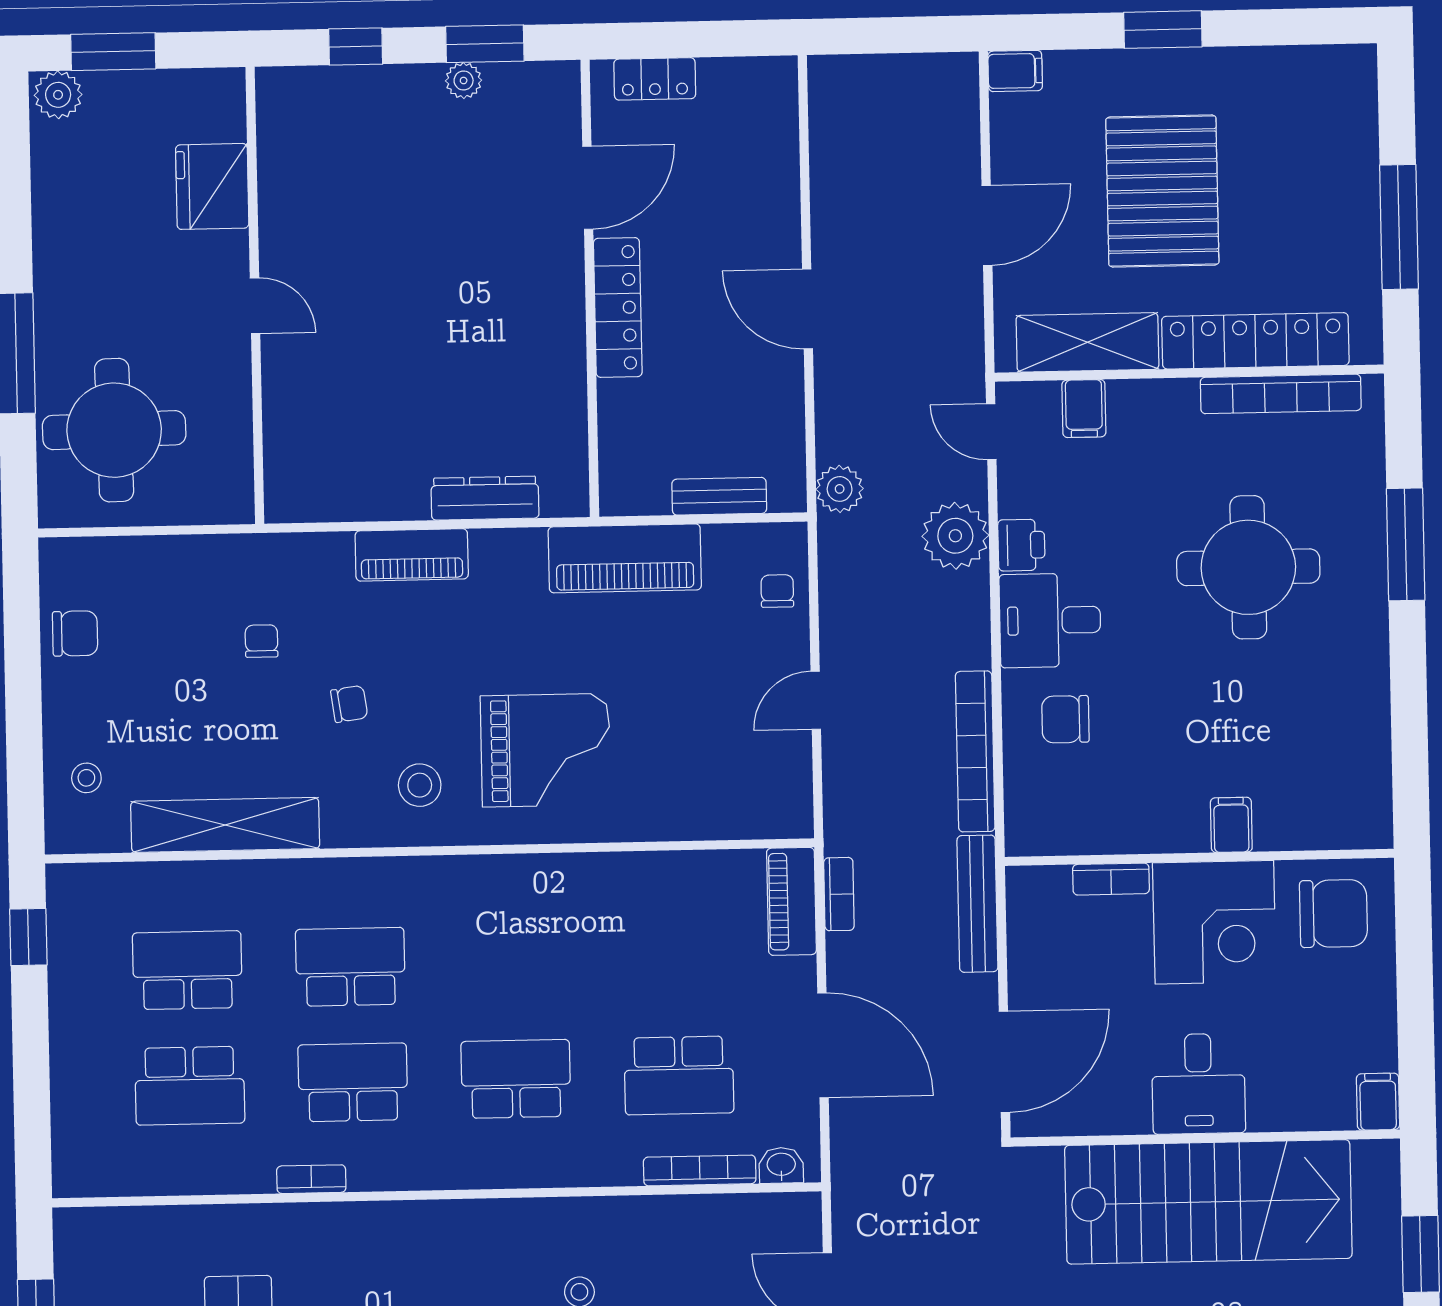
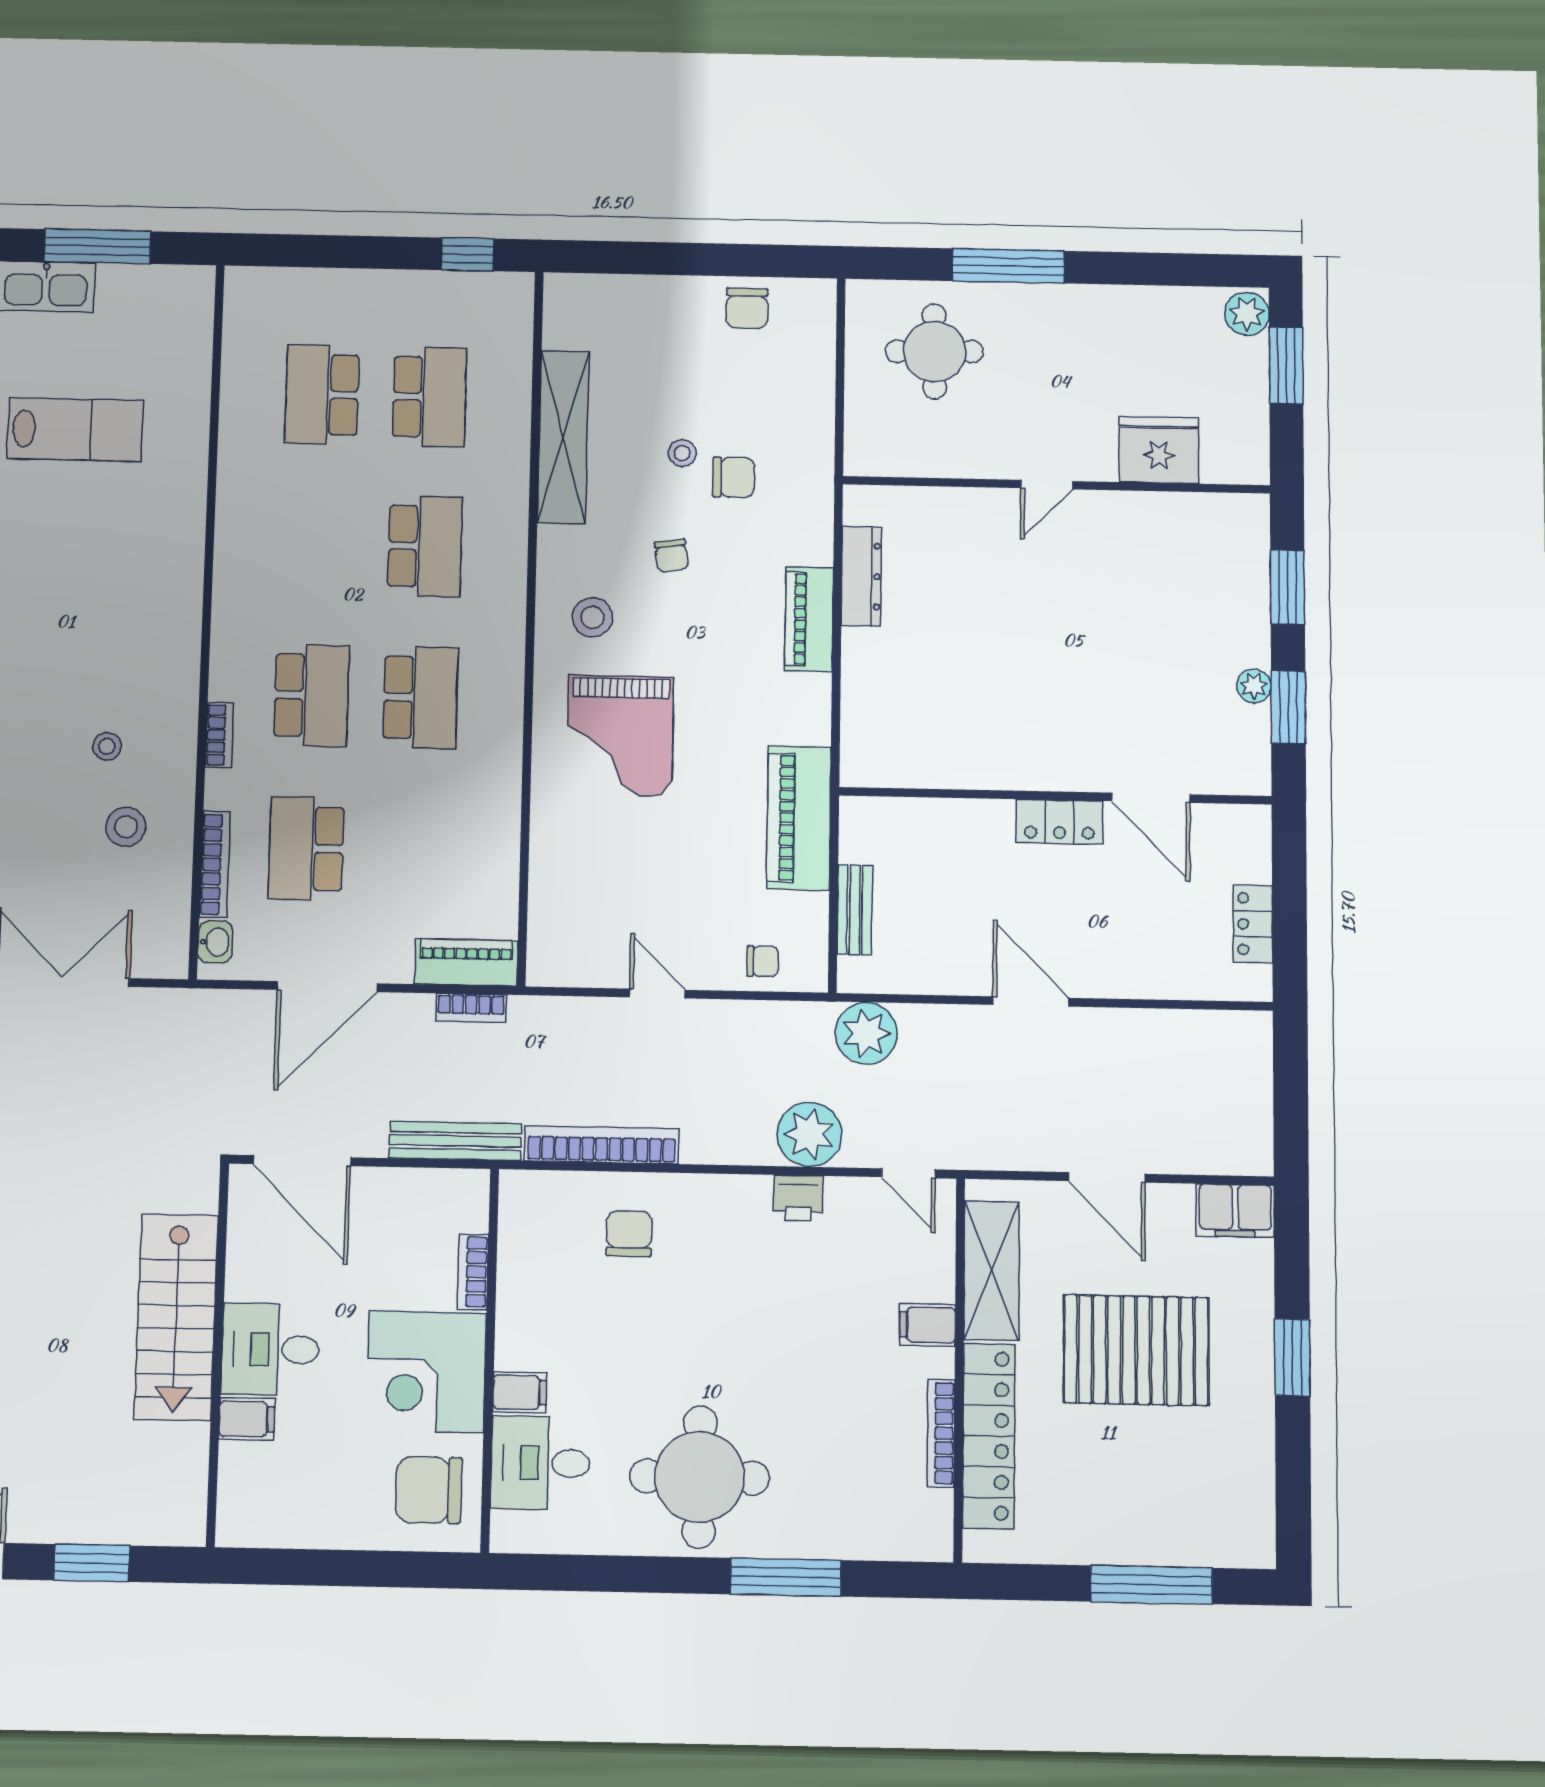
window: (356, 46) -> (1288, 587), width x1.50
filing cabinet: (1015, 71) -> (1235, 1211), width x2.00
locker: (655, 79) -> (1253, 924), moved
window: (1399, 227) -> (1151, 1585), moved
locker: (618, 307) -> (1059, 822), width x0.66
door: (808, 309) -> (1031, 1001), hinge flipped
bookcase: (1281, 394) -> (941, 1433), width x0.68, depth x0.76
filing cabinet: (1084, 409) -> (927, 1325), moved
round table: (114, 430) -> (934, 351), width x0.73, depth x0.73
door: (991, 432) -> (908, 1173), swing flipped
plant: (840, 489) -> (866, 1033), width x1.36, depth x1.36
dresser: (485, 498) -> (861, 576), moved
round table: (1248, 567) -> (700, 1477), moved
desk: (1050, 620) -> (540, 1463), moved, turned -90
chair: (261, 641) -> (733, 477), width x1.37, depth x1.37
stool: (86, 778) -> (682, 453), moved
chair: (1334, 914) -> (429, 1490), turned 90
school desk: (353, 1082) -> (421, 698), moved
filing cabinet: (1378, 1102) -> (247, 1419), moved
bookcase: (311, 1179) -> (219, 735), moved
stairs: (1208, 1202) -> (176, 1317), width x0.73, depth x0.66
stool: (664, 1266) -> (126, 827), added

